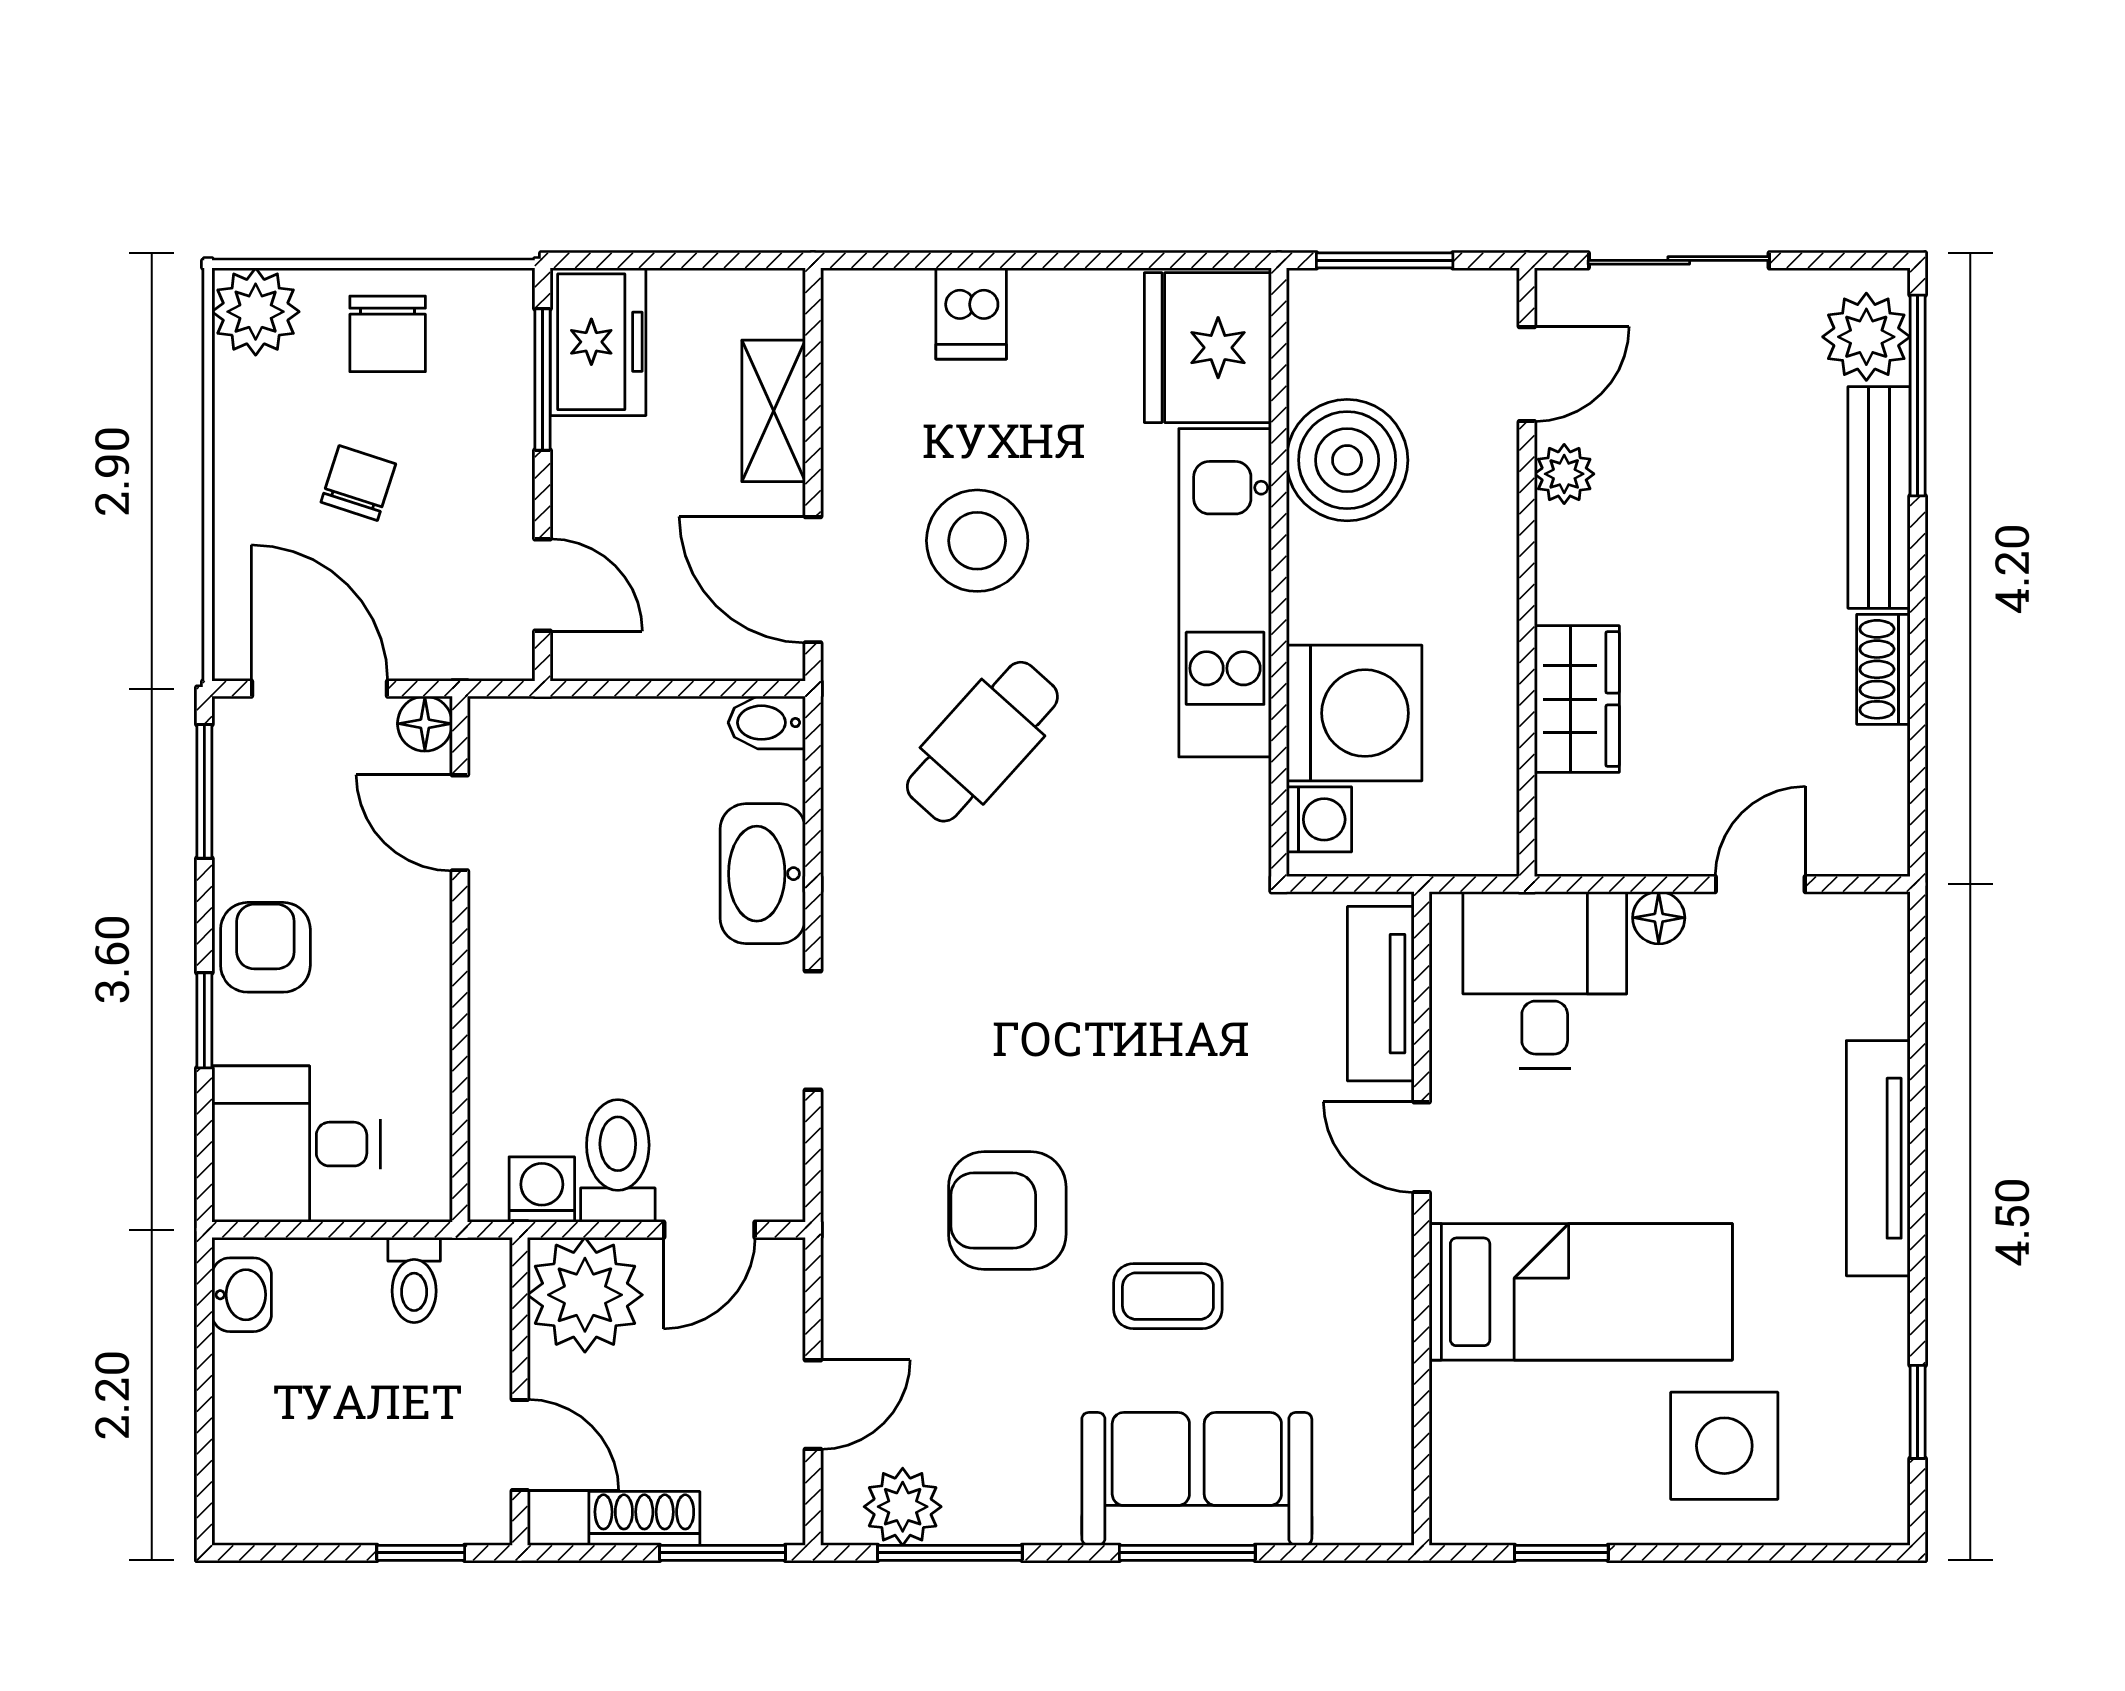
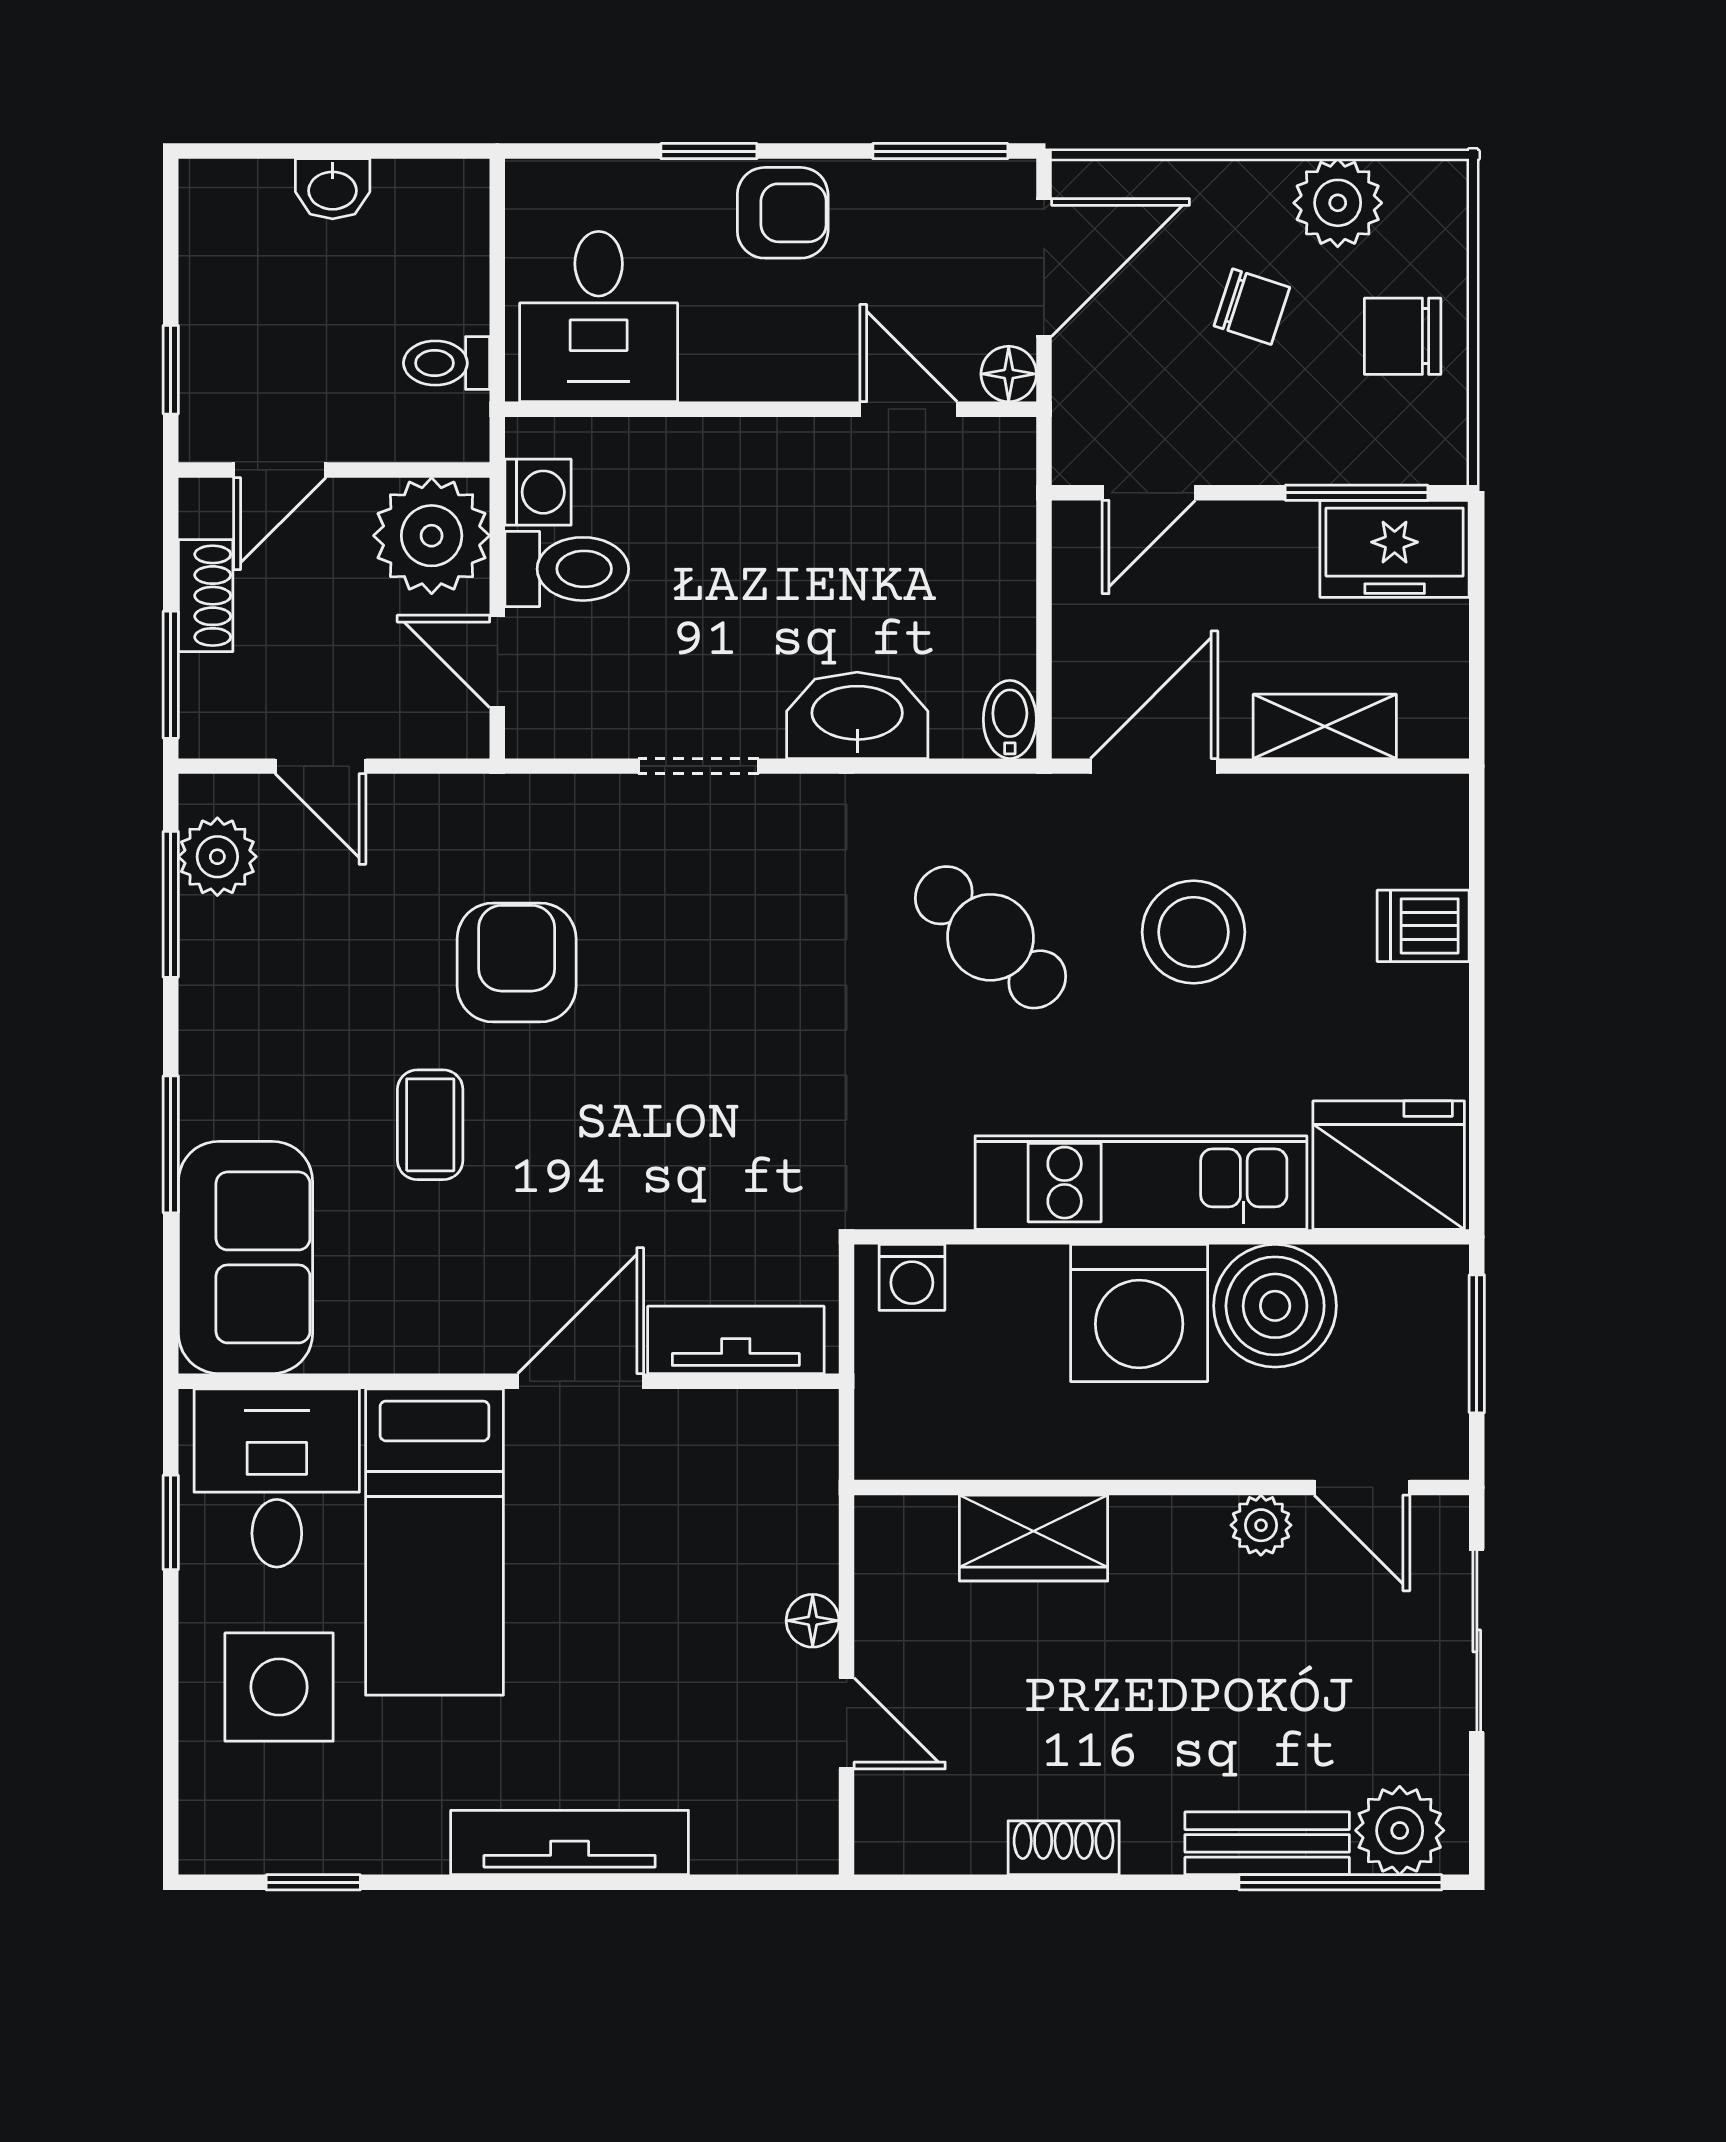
plant: (256, 312) -> (1338, 203), moved
bench: (1879, 497) -> (1267, 1843), width x0.73
washing machine: (1354, 713) -> (1139, 1313), moved
door: (460, 823) -> (908, 409), hinge flipped
desk: (1545, 980) -> (277, 1478), moved, turned -90
desk: (296, 1144) -> (599, 316), moved, turned 180
door: (1422, 1147) -> (581, 1381), width x1.38
washbasin: (242, 1295) -> (333, 189), moved
sofa: (1197, 1479) -> (245, 1257), moved

